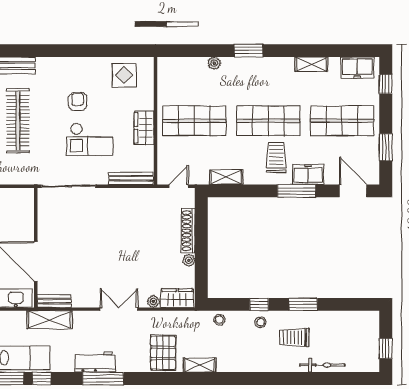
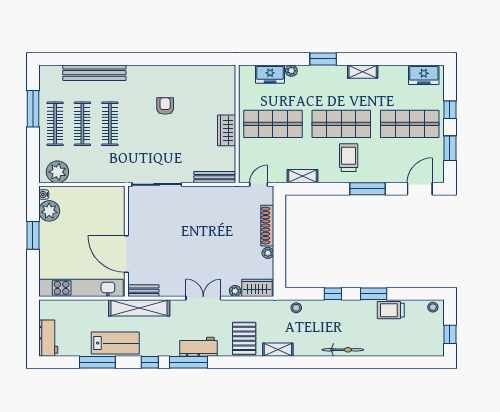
shelving: (311, 64) -> (363, 72), moved
display table: (124, 75) -> (208, 82), removed
window: (386, 84) -> (450, 110), moved
clothes rail: (18, 121) -> (110, 124), width x0.73, depth x0.76
checkout: (90, 139) -> (176, 141), removed
freezer: (308, 175) -> (270, 74), moved, turned 180
door: (353, 191) -> (420, 189), hinge flipped
shelving: (50, 320) -> (139, 308), width x1.47
stool: (260, 322) -> (433, 307), moved
trolley: (294, 338) -> (391, 310), moved
workbench: (95, 362) -> (198, 347), moved
bicycle: (322, 365) -> (343, 350), moved
window: (42, 379) -> (150, 362), moved

